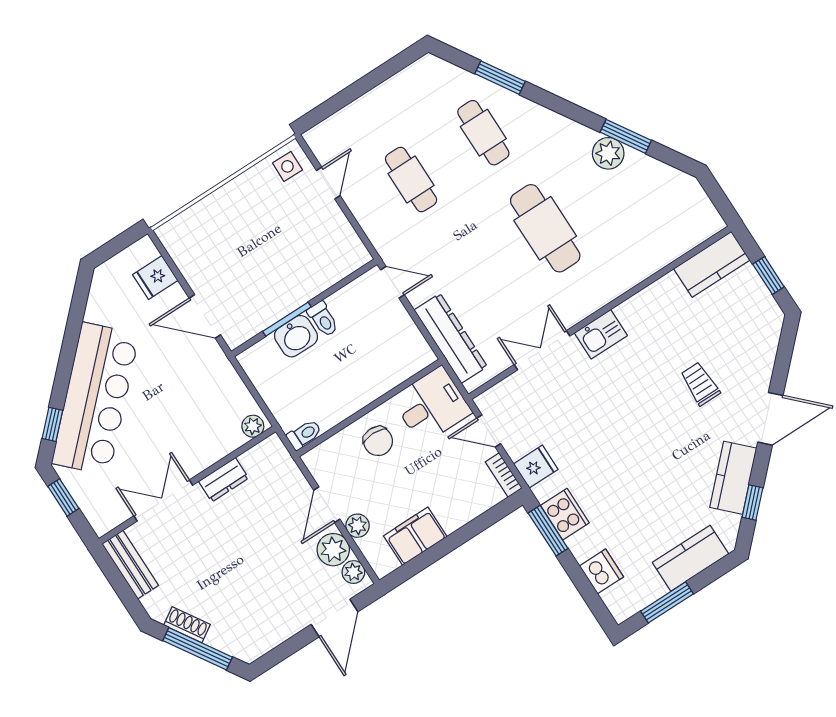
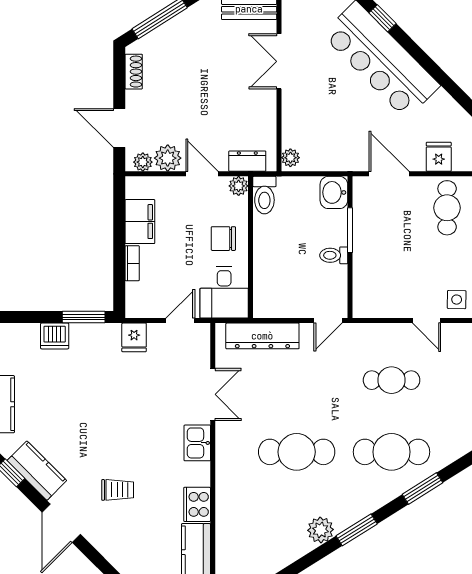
cafe table: (483, 133) -> (392, 452), width x1.37, depth x1.35
window: (626, 136) -> (357, 530), moved
cafe table: (201, 236) -> (447, 208), added
door: (205, 316) -> (389, 174), hinge flipped
washbasin: (296, 336) -> (334, 192), moved
toilet: (304, 435) -> (264, 195), width x1.37, depth x1.39
bookcase: (504, 475) -> (132, 263), moved, turned 90
dresser: (224, 480) -> (247, 161), moved, turned 90
double door: (163, 501) -> (279, 61), swing flipped
cooker: (565, 514) -> (197, 504), moved, turned 90
plant: (358, 526) -> (239, 186), moved
dishwasher: (602, 571) -> (55, 336), moved
shoe rack: (187, 625) -> (134, 72), moved, turned -58

